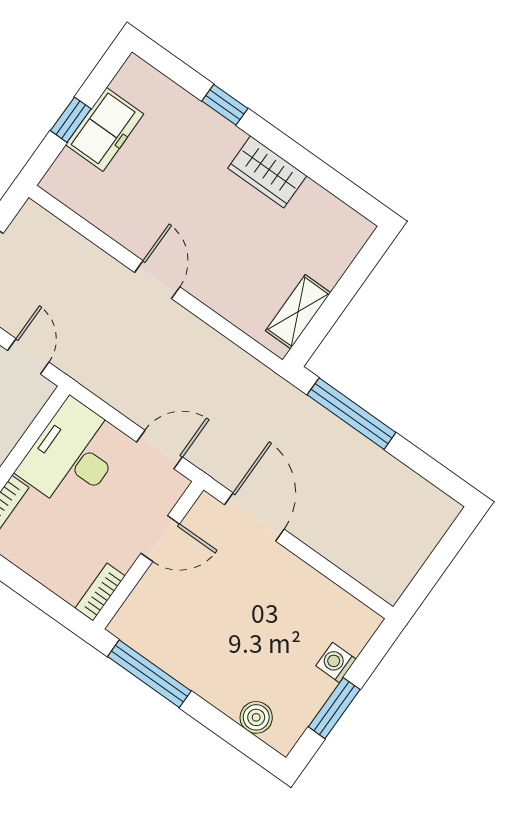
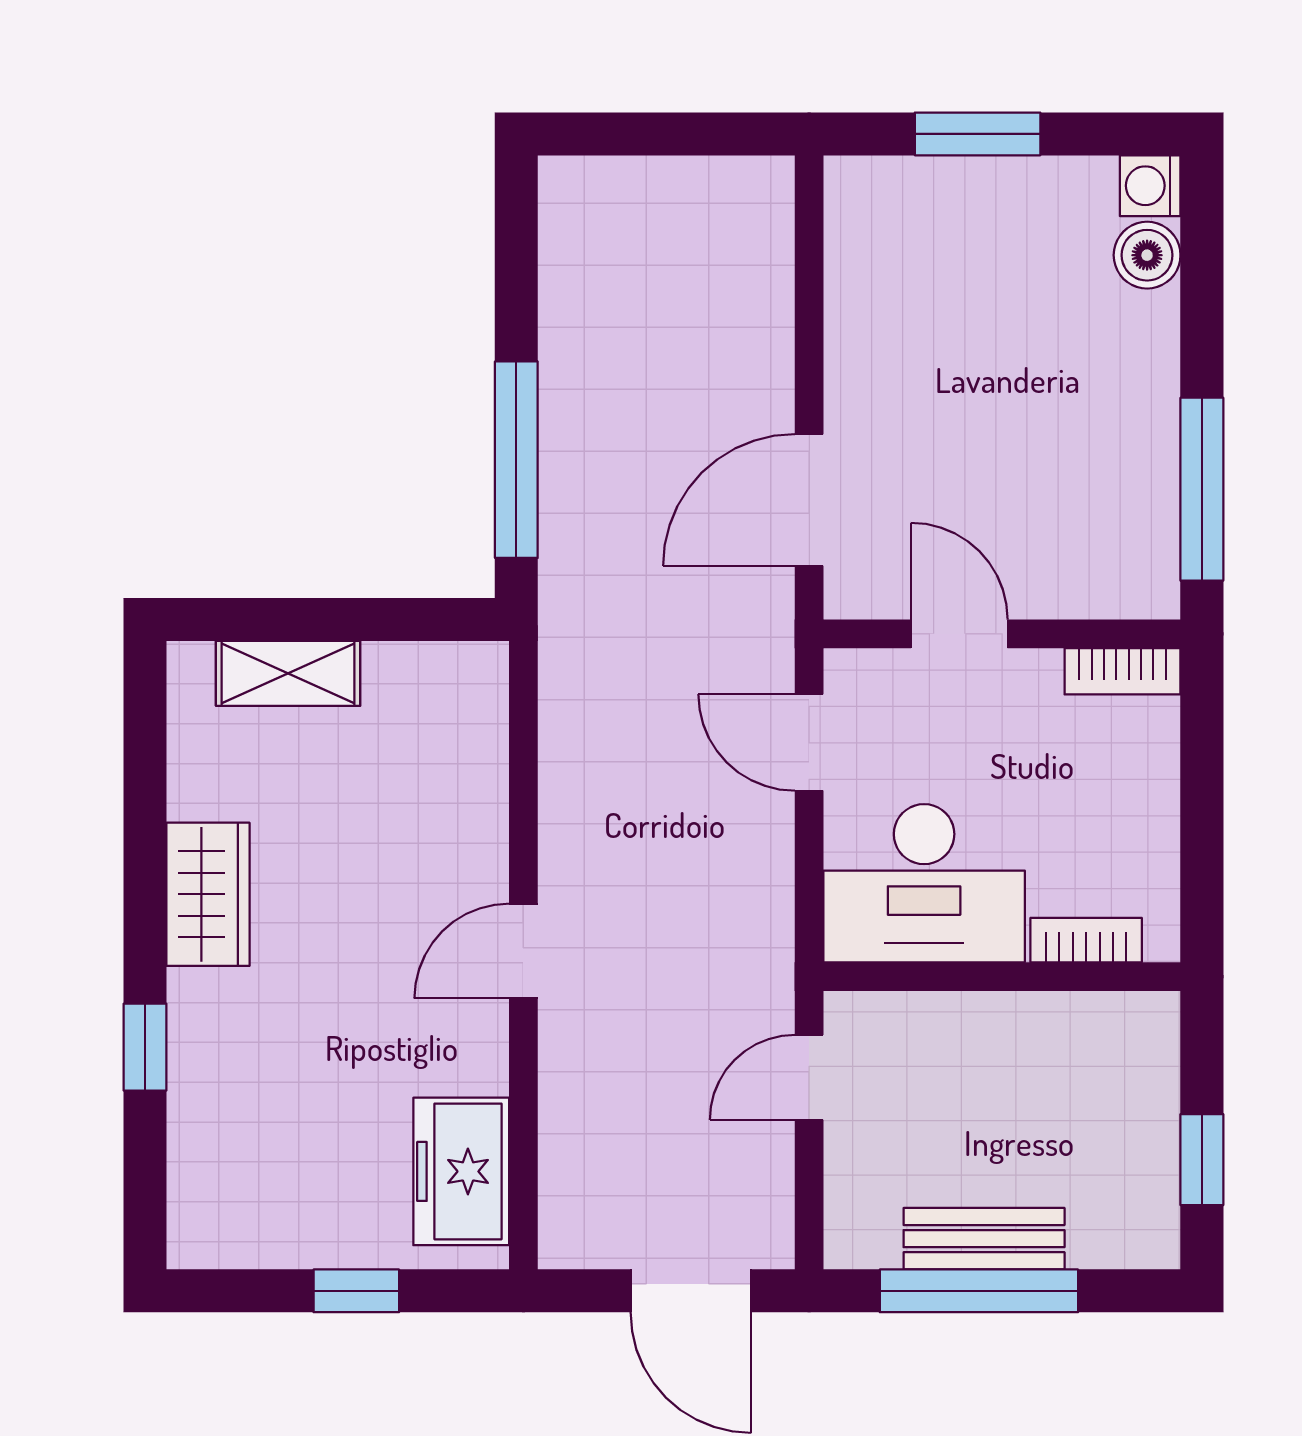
freezer: (105, 129) -> (461, 1171), moved, turned -90
shelving: (298, 312) -> (288, 673), moved
washing machine: (336, 663) -> (1150, 186), moved, turned 90
window: (334, 708) -> (978, 134), moved

